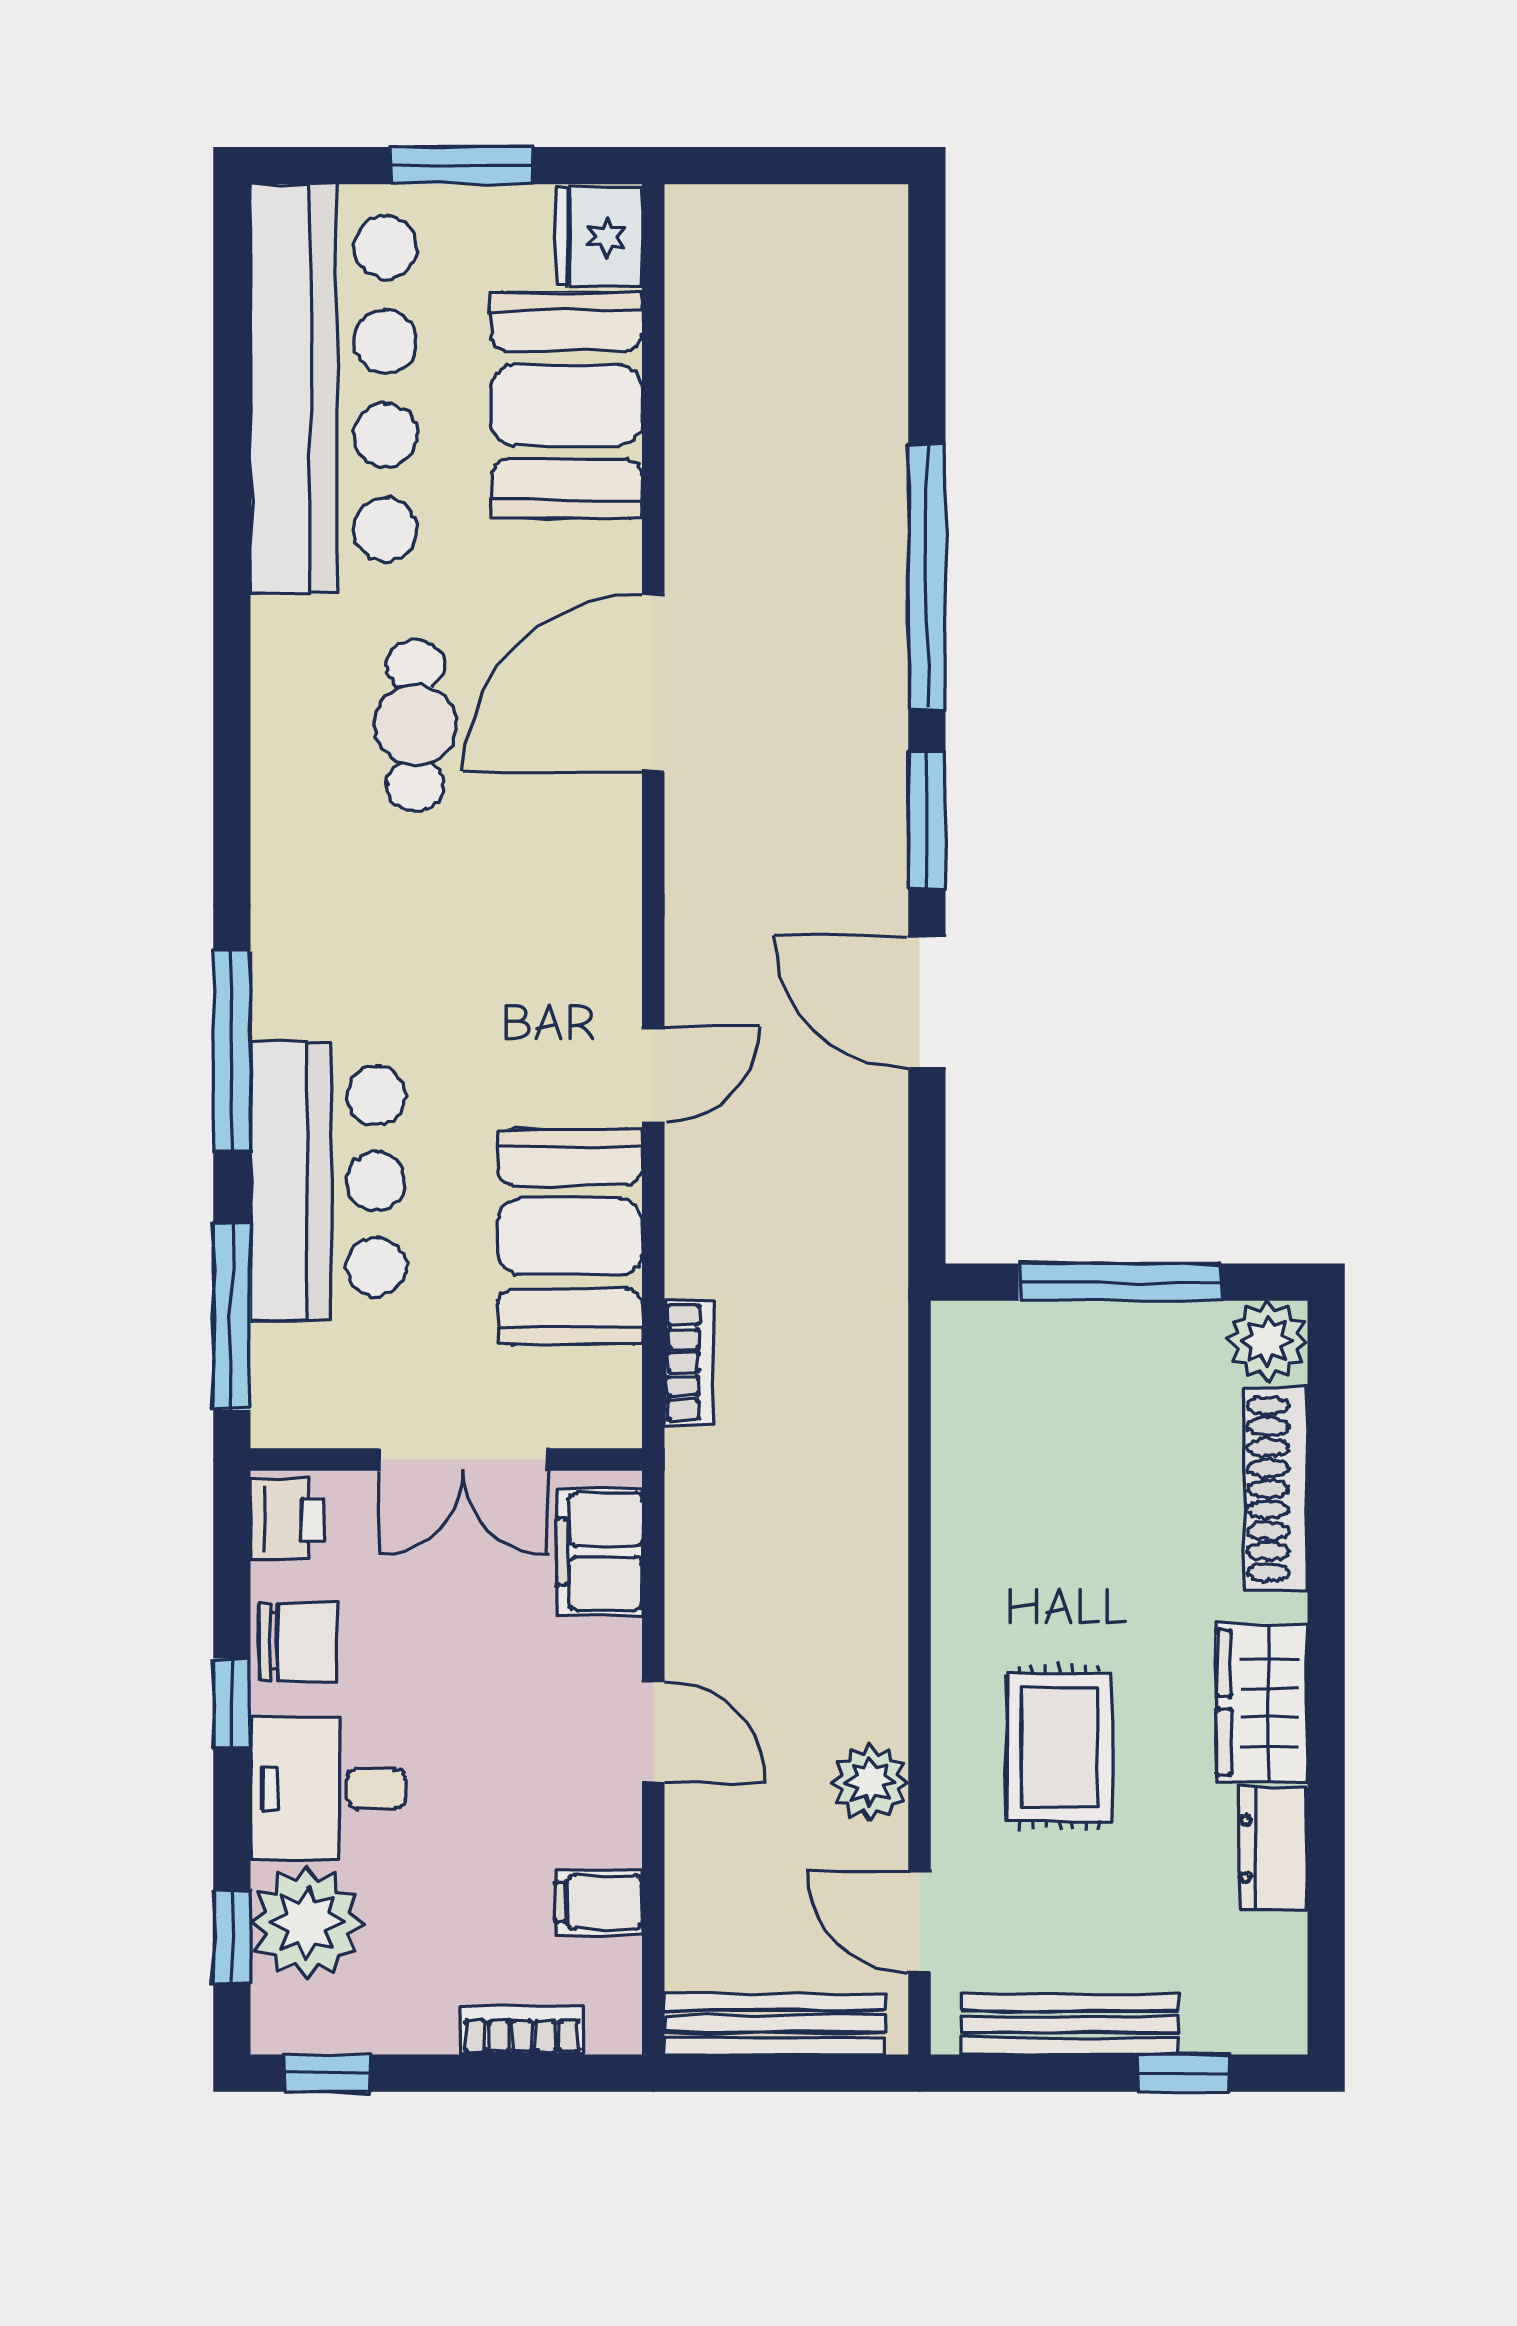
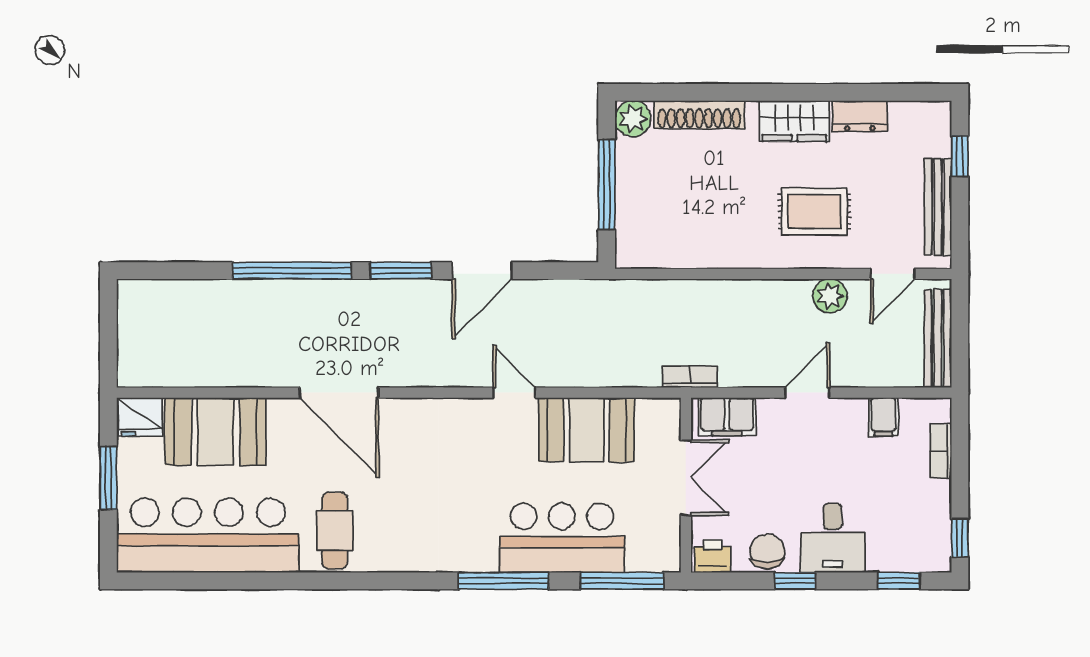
cafe table: (415, 725) -> (335, 531), moved, turned 90
bookcase: (689, 1362) -> (690, 377), moved
plant: (307, 1923) -> (893, 547), removed

